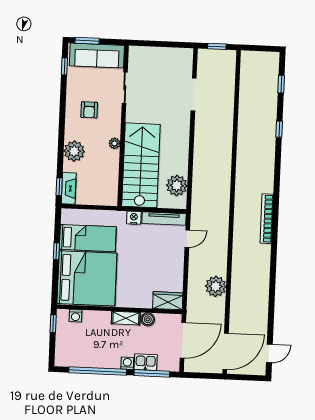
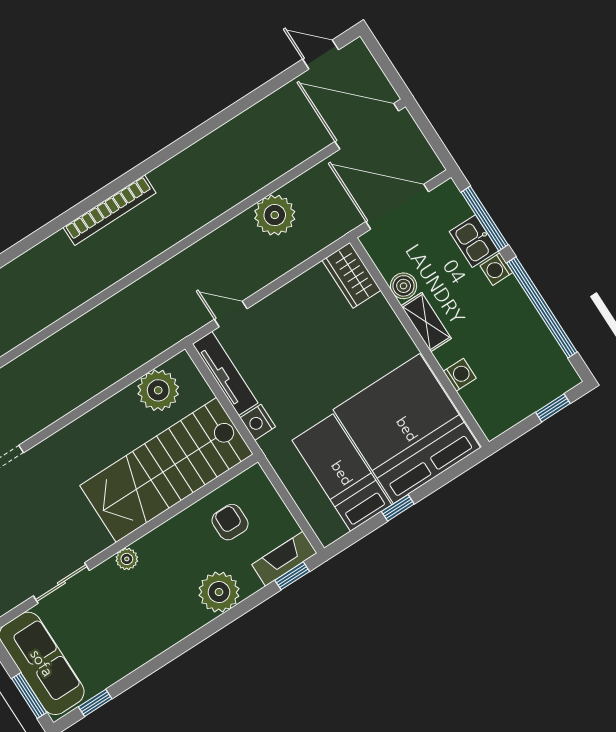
armchair: (89, 110) -> (230, 522), moved, turned -90
plant: (114, 143) -> (127, 559), moved
washing machine: (76, 316) -> (460, 375), moved
window: (53, 324) -> (553, 408), moved

